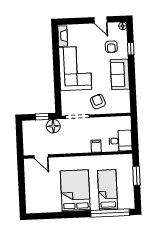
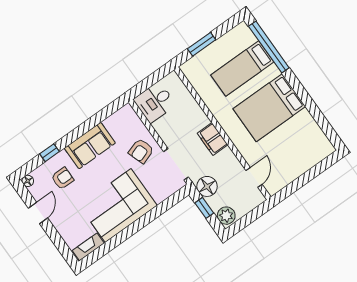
plant: (30, 126) -> (226, 216), added
desk: (120, 141) -> (155, 102), moved, turned -90
filing cabinet: (96, 146) -> (212, 139), moved, width x2.00

